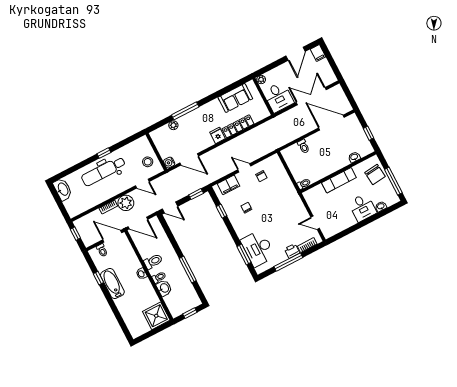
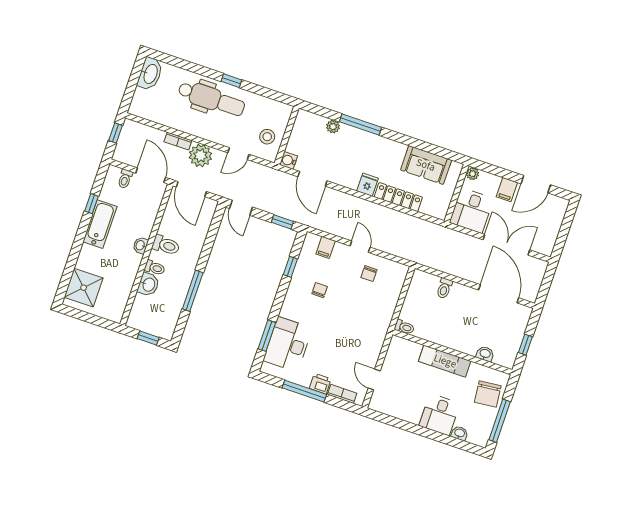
filing cabinet: (318, 53) -> (507, 190), moved
dental chair: (103, 171) -> (211, 99), turned 180
door: (142, 184) -> (238, 154), hinge flipped
filing cabinet: (228, 185) -> (326, 247), width x0.50
shower: (156, 316) -> (84, 288), moved

